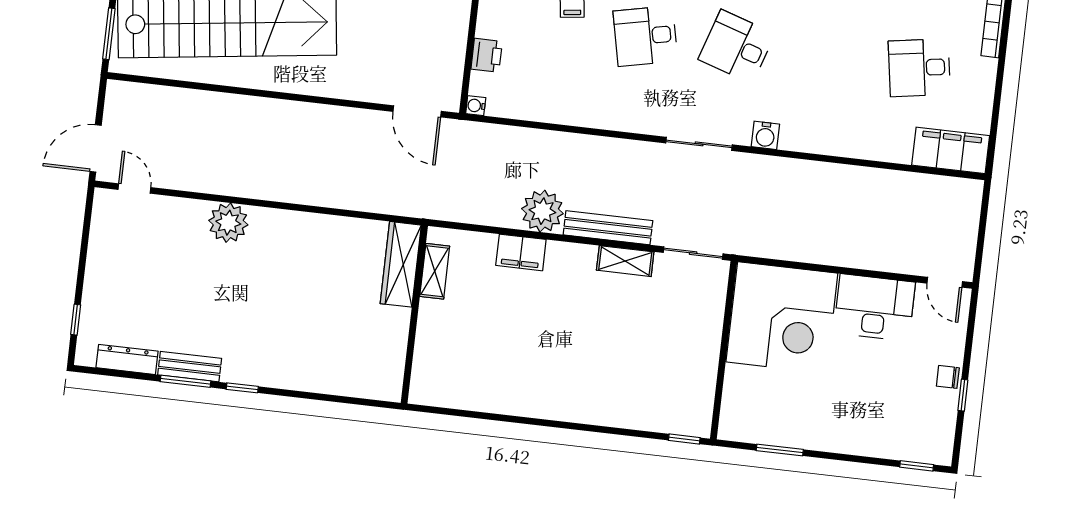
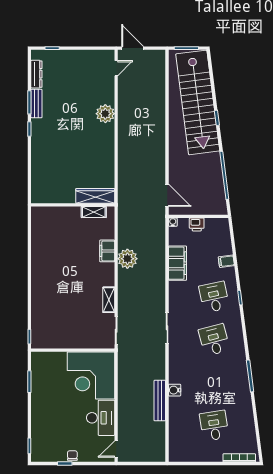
desk: (737, 47) -> (214, 340), turned -33
door: (417, 111) -> (167, 195), swing flipped
water cooler: (765, 135) -> (175, 390), moved
filing cabinet: (951, 150) -> (178, 263), moved
bench: (608, 228) -> (160, 401), moved

